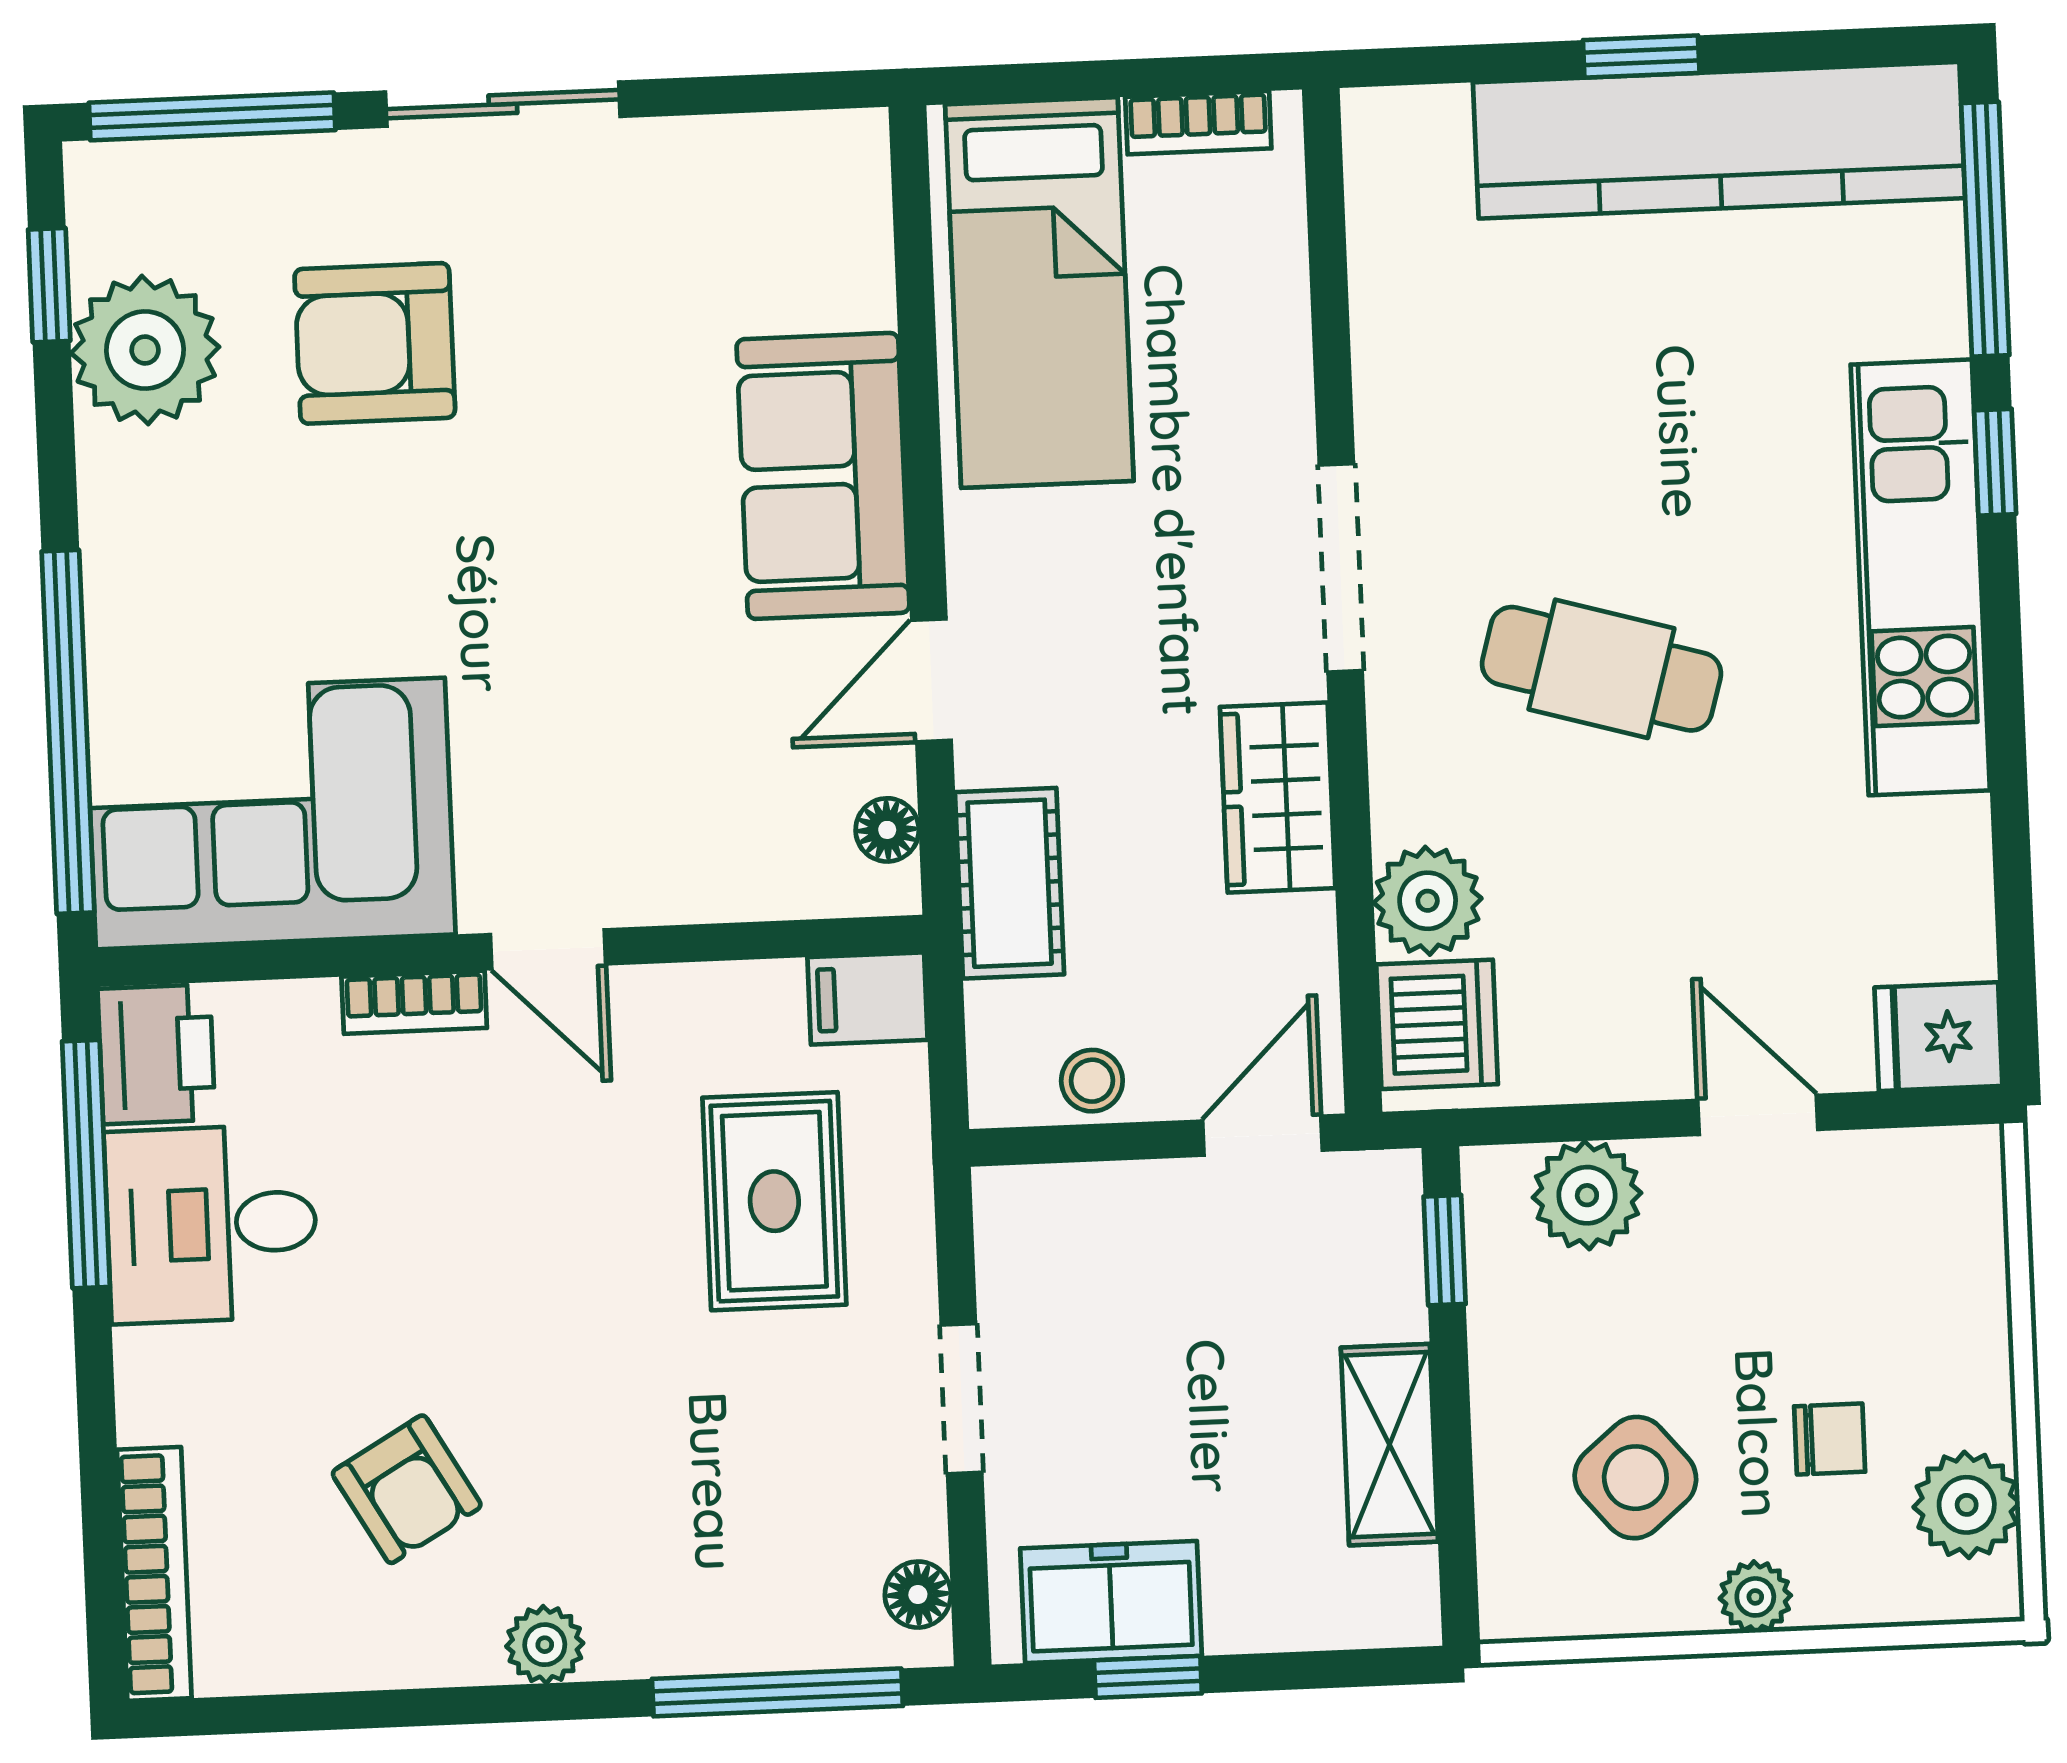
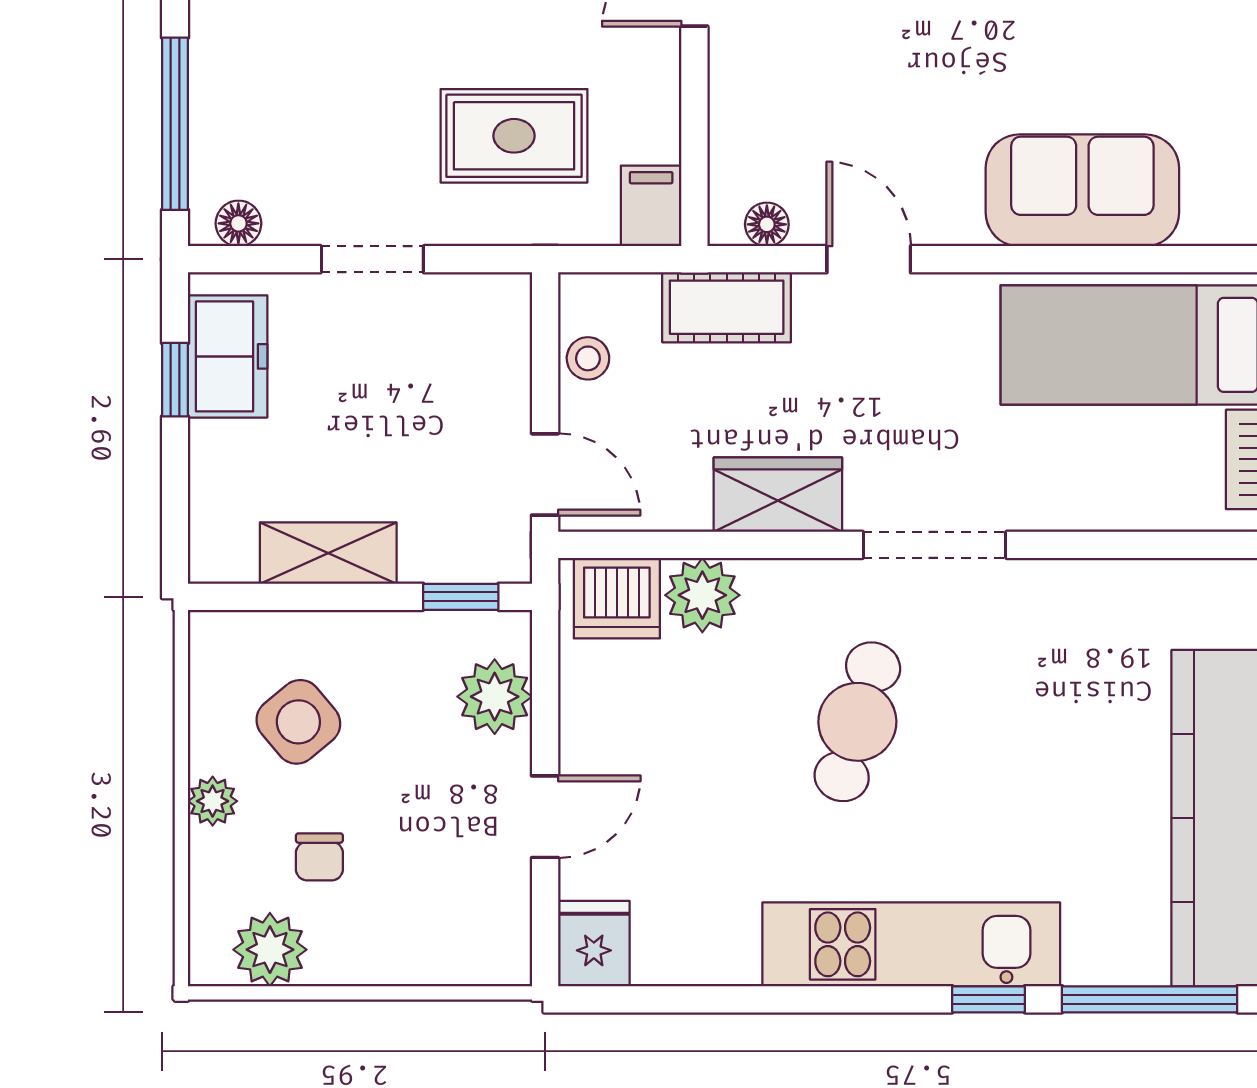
sofa: (823, 476) -> (1082, 190), moved

